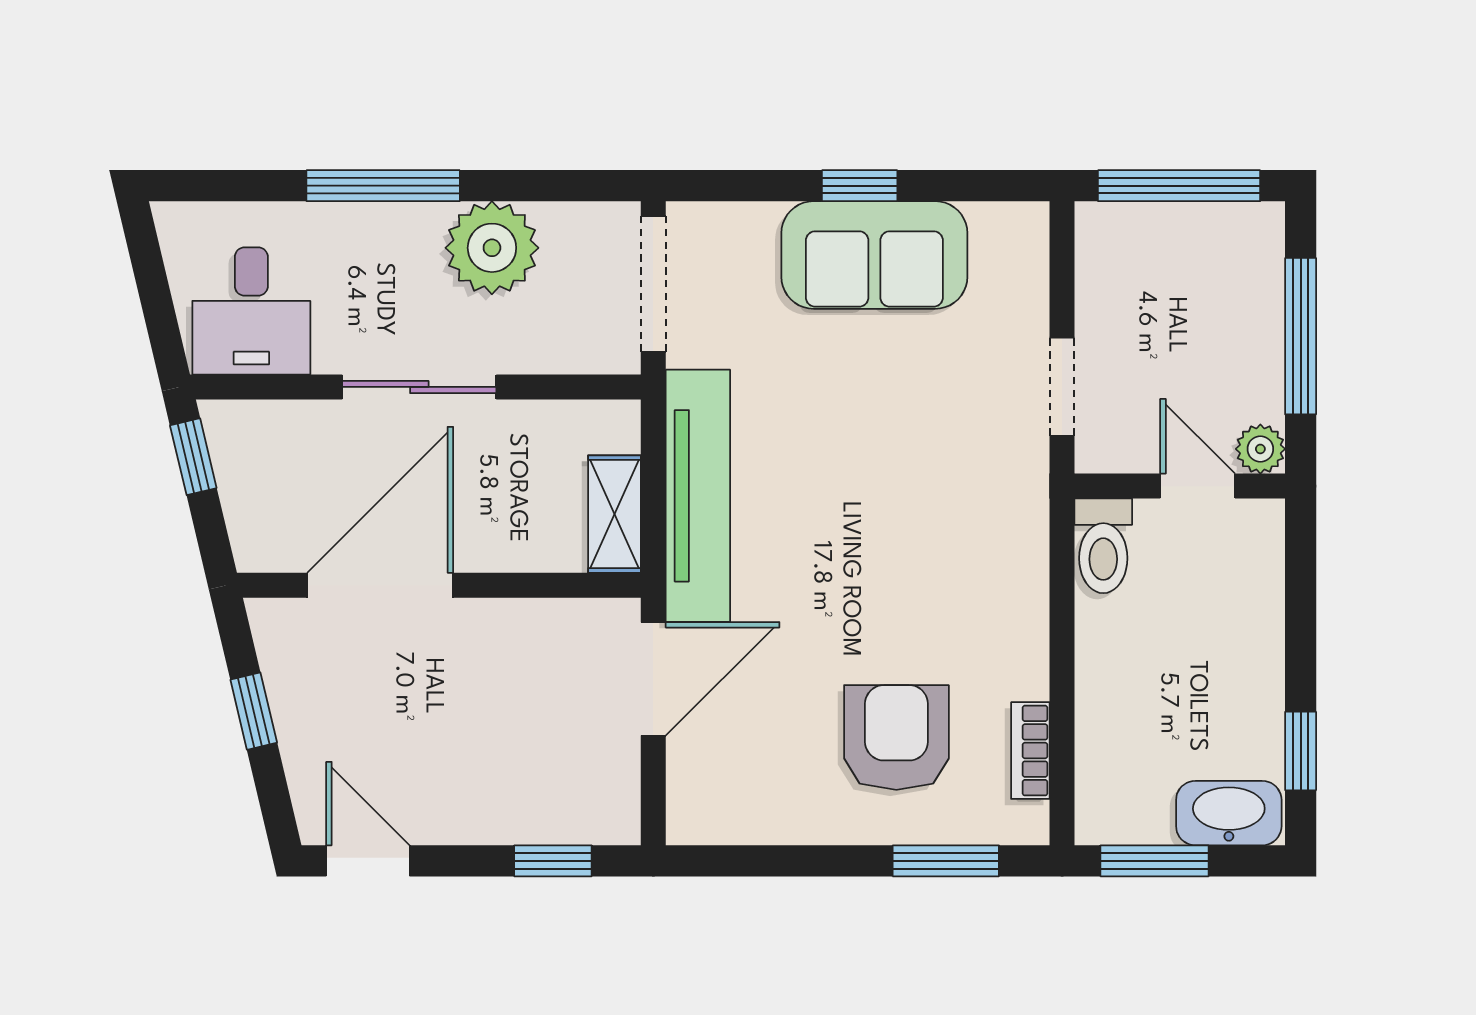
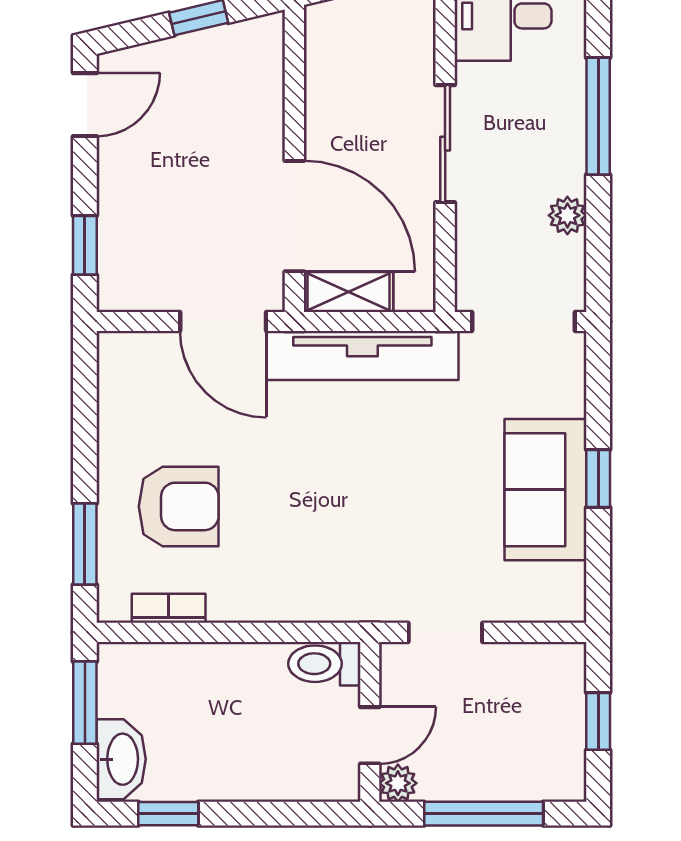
window: (1179, 186) -> (598, 721), width x0.46
plant: (492, 248) -> (567, 215), width x0.53, depth x0.53
door: (380, 585) -> (294, 216), moved

